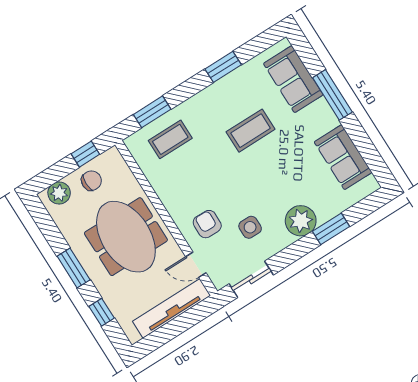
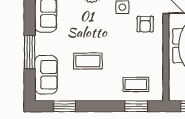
window: (223, 67) -> (64, 106), moved

